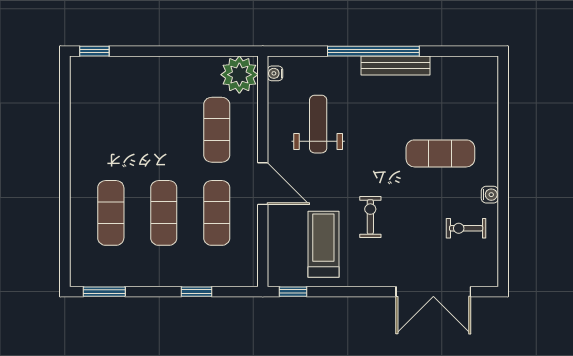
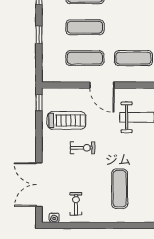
door: (263, 184) -> (102, 85), hinge flipped
water cooler: (490, 195) -> (54, 218), moved
window: (196, 292) -> (39, 35), moved

